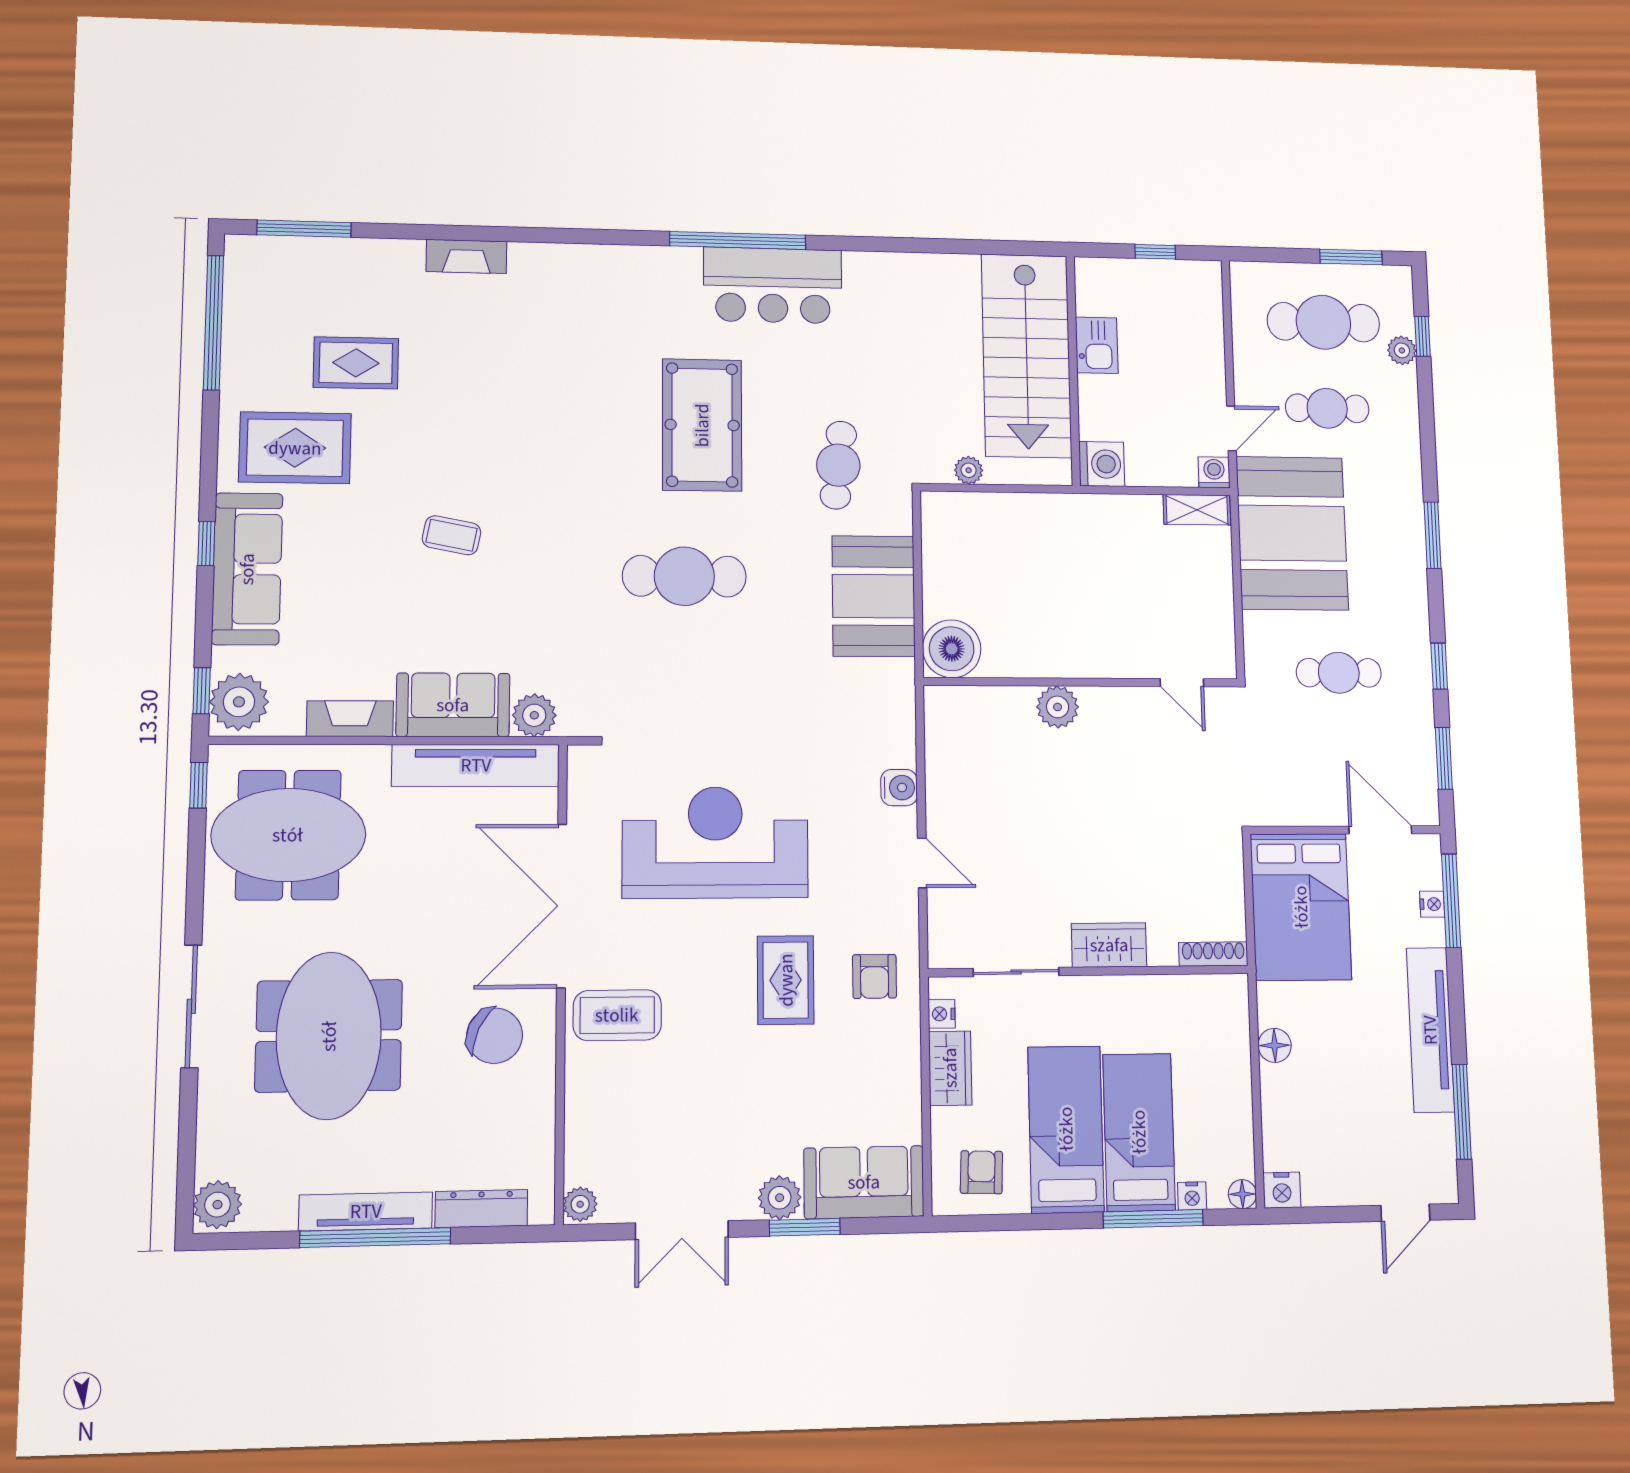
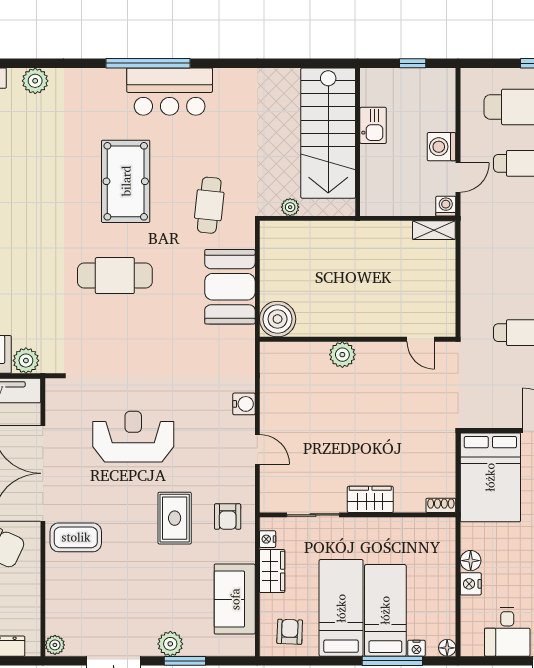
plant: (554, 263) -> (35, 81), added
washing machine: (1102, 464) -> (442, 147), moved, turned 180
booth: (1292, 533) -> (495, 244), removed
reception desk: (715, 842) -> (133, 437), width x0.74, depth x0.77
shoe rack: (1213, 954) -> (441, 505), width x0.70
desk: (1339, 1165) -> (507, 632), added
sofa: (864, 1182) -> (235, 599), moved, turned -90
nightstand: (1282, 1190) -> (471, 584), moved, turned 90

